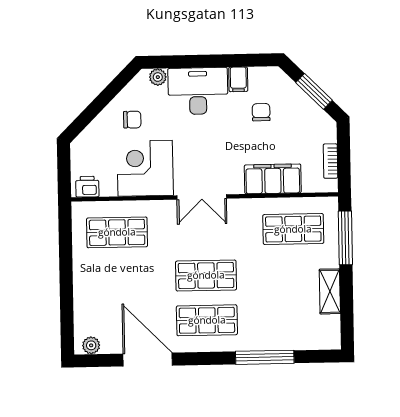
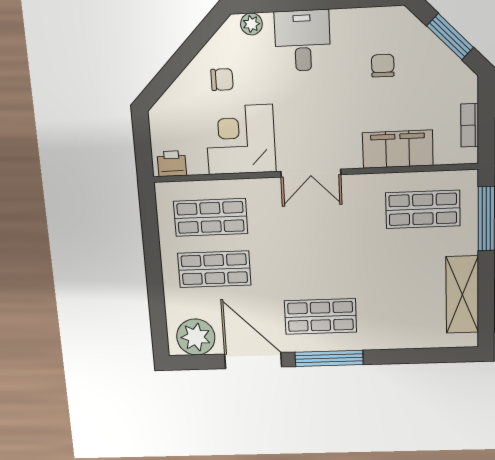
filing cabinet: (238, 79) -> (353, 24), removed
desk: (198, 91) -> (303, 41), width x0.73
shop shelf: (206, 275) -> (214, 269), moved
shelving: (330, 291) -> (462, 295), width x1.50, depth x1.33
plant: (91, 345) -> (196, 337), width x1.87, depth x1.87
window: (265, 357) -> (329, 358), moved

